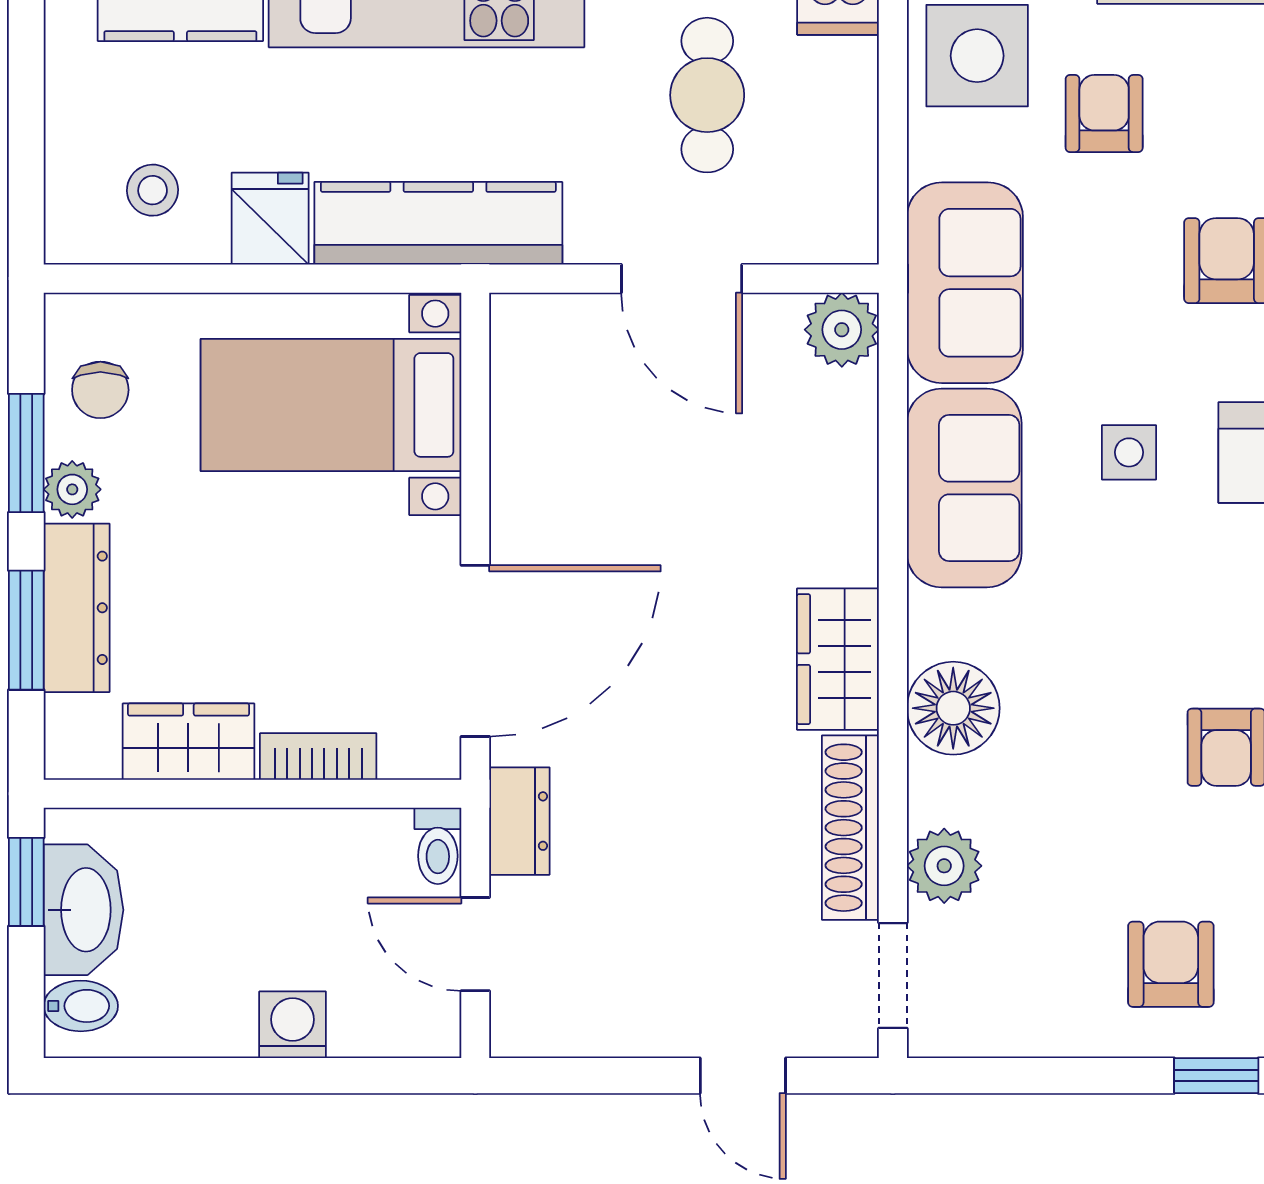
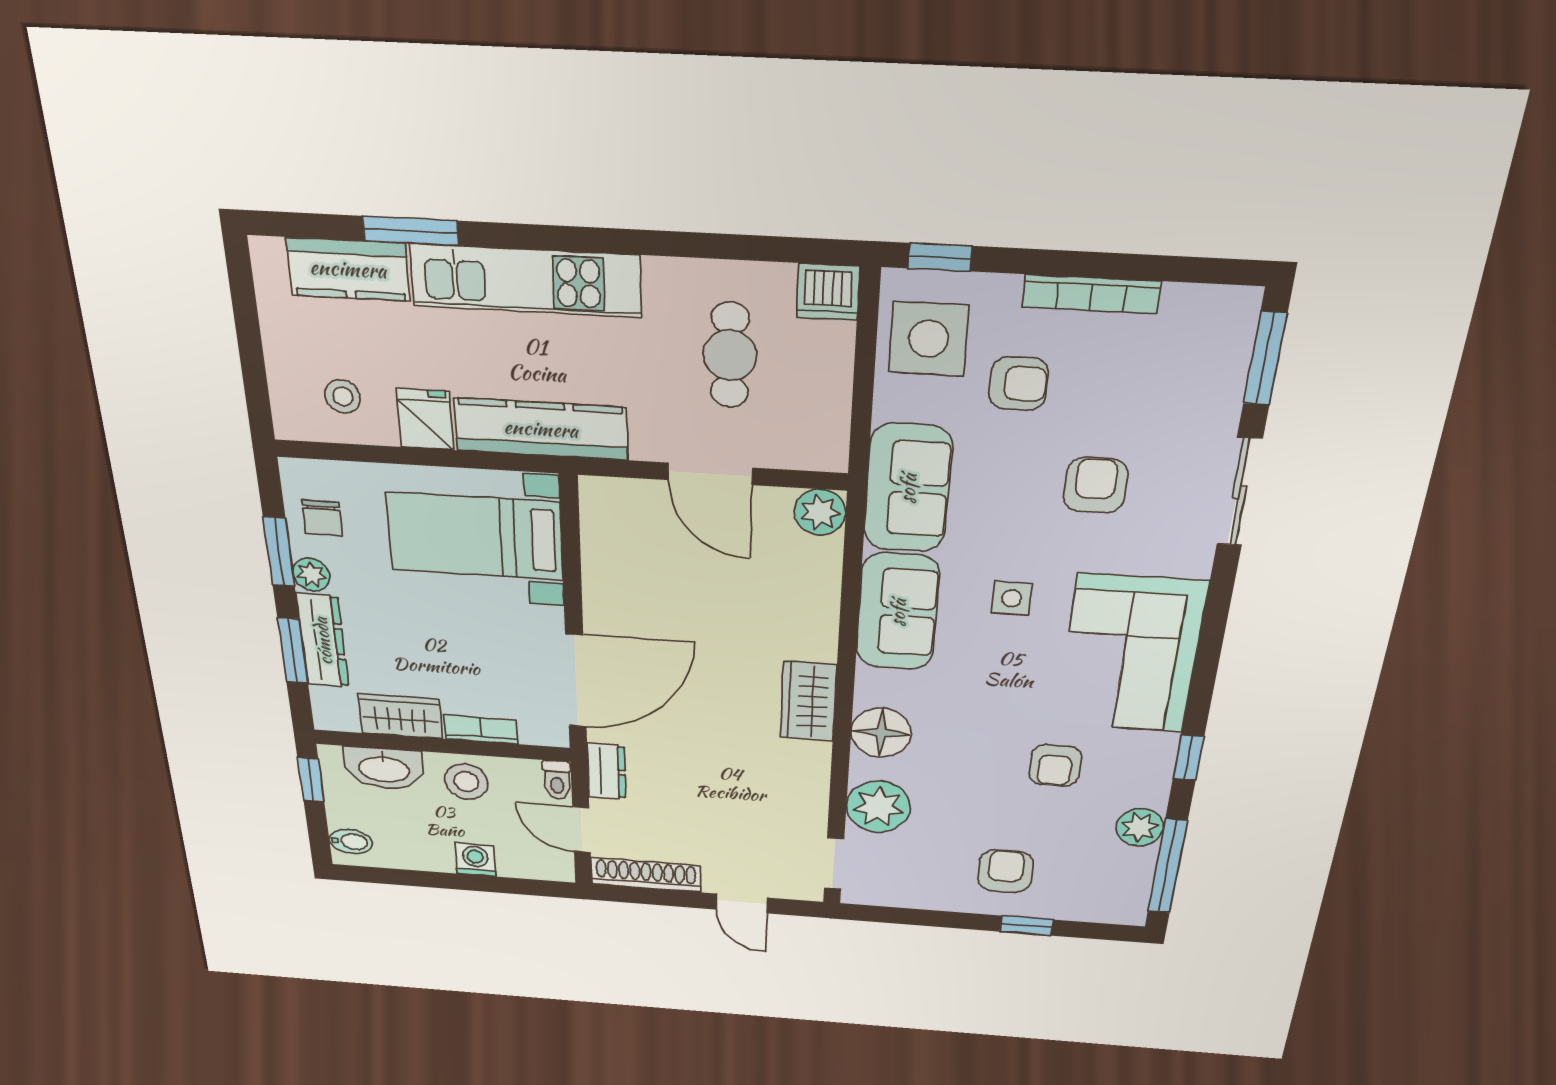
armchair: (1104, 114) -> (1019, 384), turned 90
shoe rack: (850, 828) -> (646, 875), moved, turned 90
stool: (288, 862) -> (466, 782), added
plant: (944, 866) -> (878, 807), width x1.36, depth x1.36
washbasin: (84, 910) -> (384, 768), moved, turned 90

